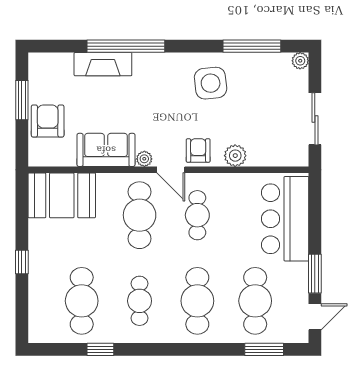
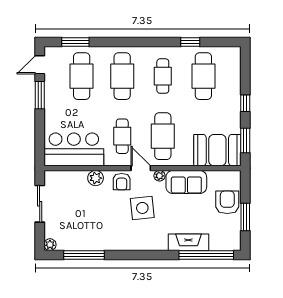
window: (126, 46) -> (206, 255), moved
side table: (211, 83) -> (142, 208), moved
armchair: (48, 121) -> (227, 202), turned 180
window: (22, 209) -> (245, 140), added
bar counter: (285, 219) -> (74, 149), moved, turned -90

